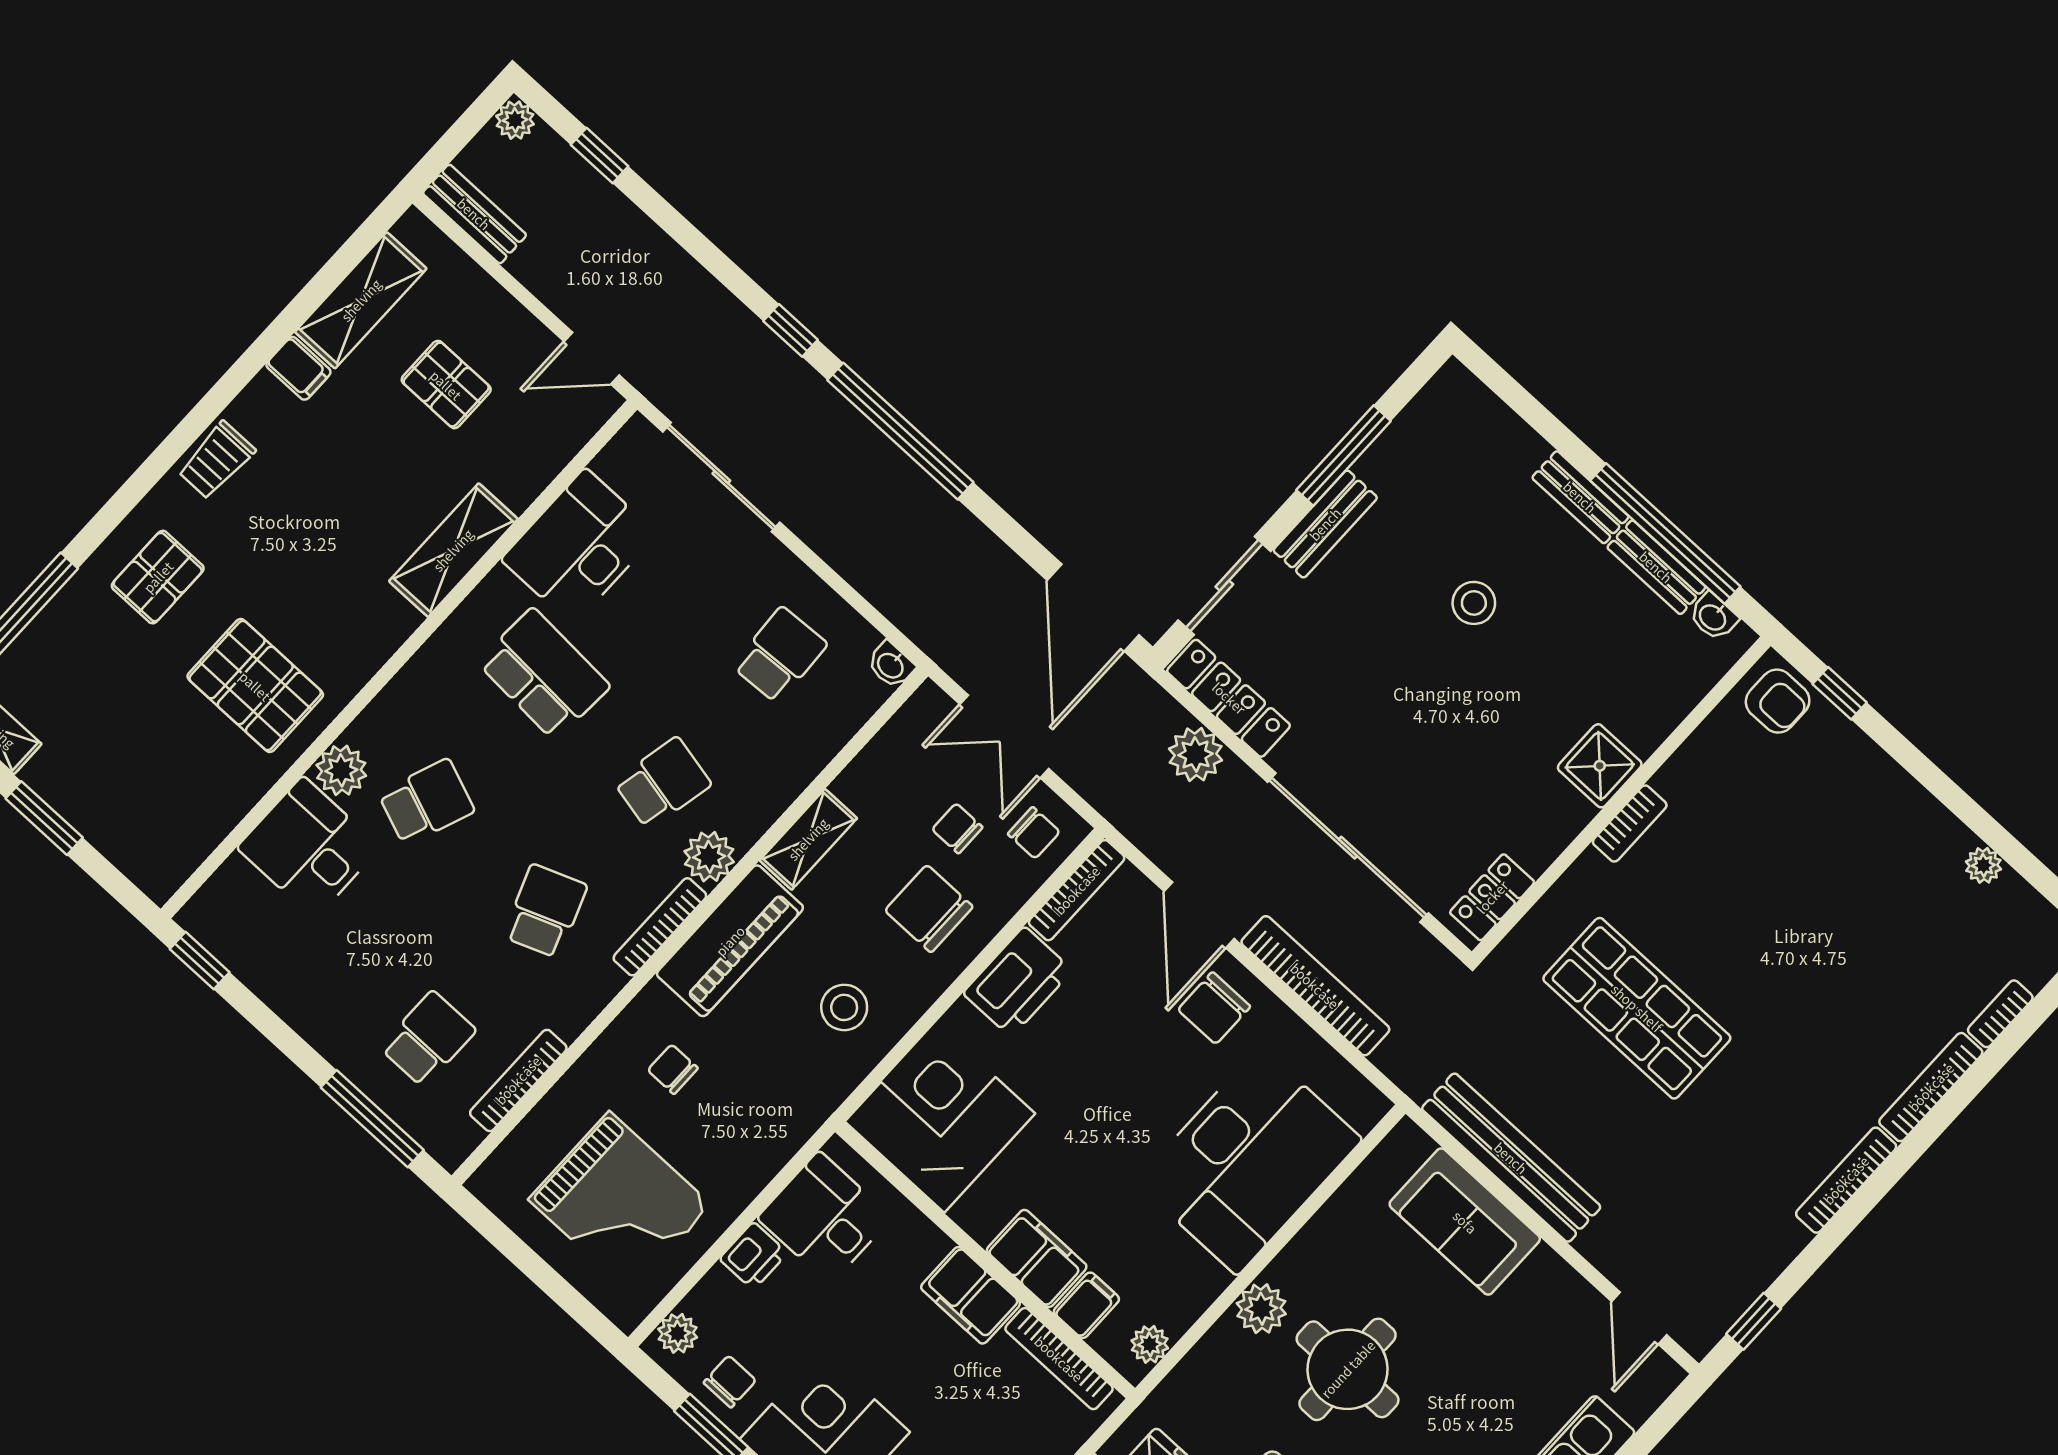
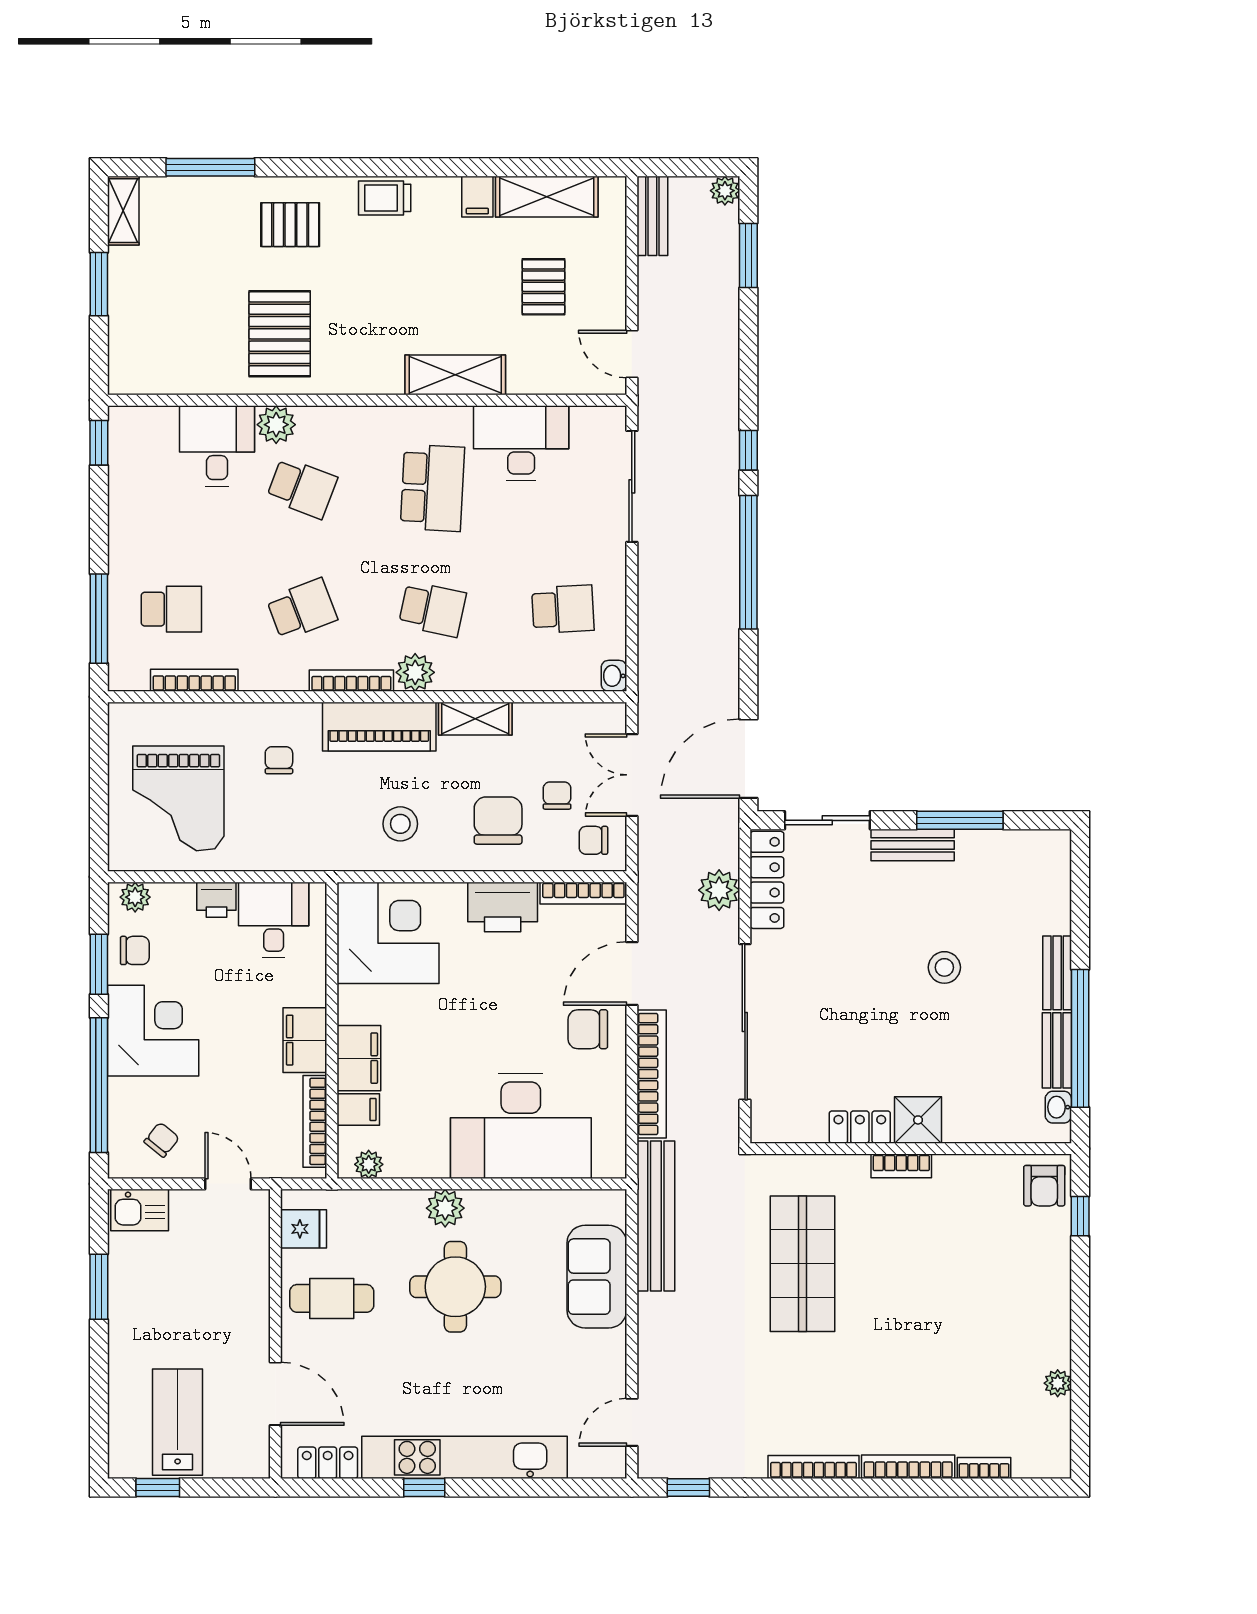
window: (600, 155) -> (748, 256), width x1.50
chair: (1034, 833) -> (593, 840), turned 90
locker: (1492, 897) -> (860, 1127), moved
bench: (1511, 1158) -> (656, 1216), moved

